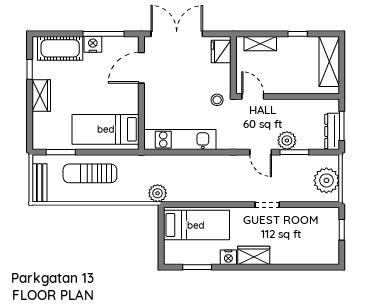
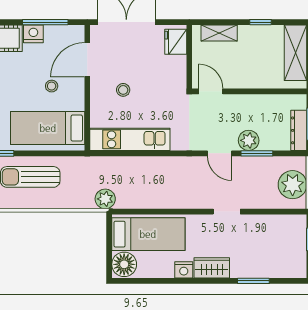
stool: (109, 91) -> (52, 86), added
stool: (217, 100) -> (123, 90), moved
floor lamp: (175, 252) -> (124, 264), added
window: (197, 267) -> (253, 281), moved

